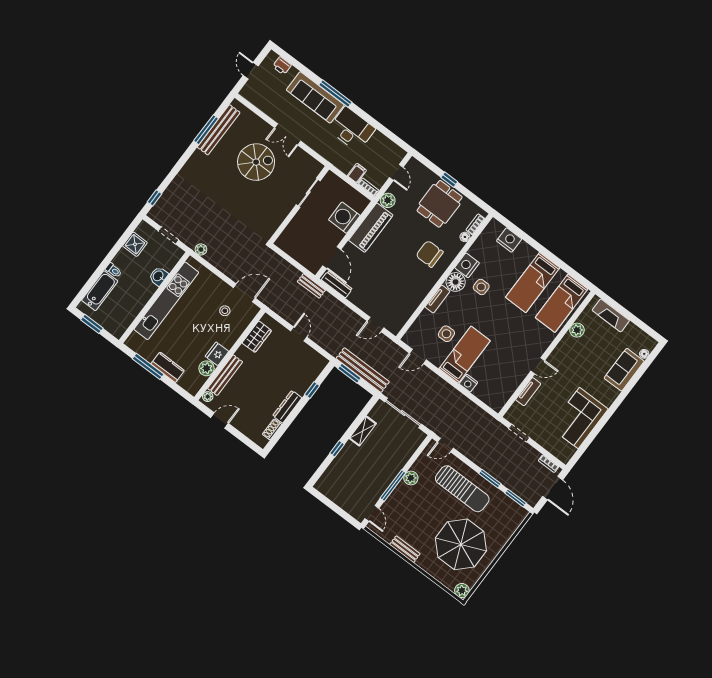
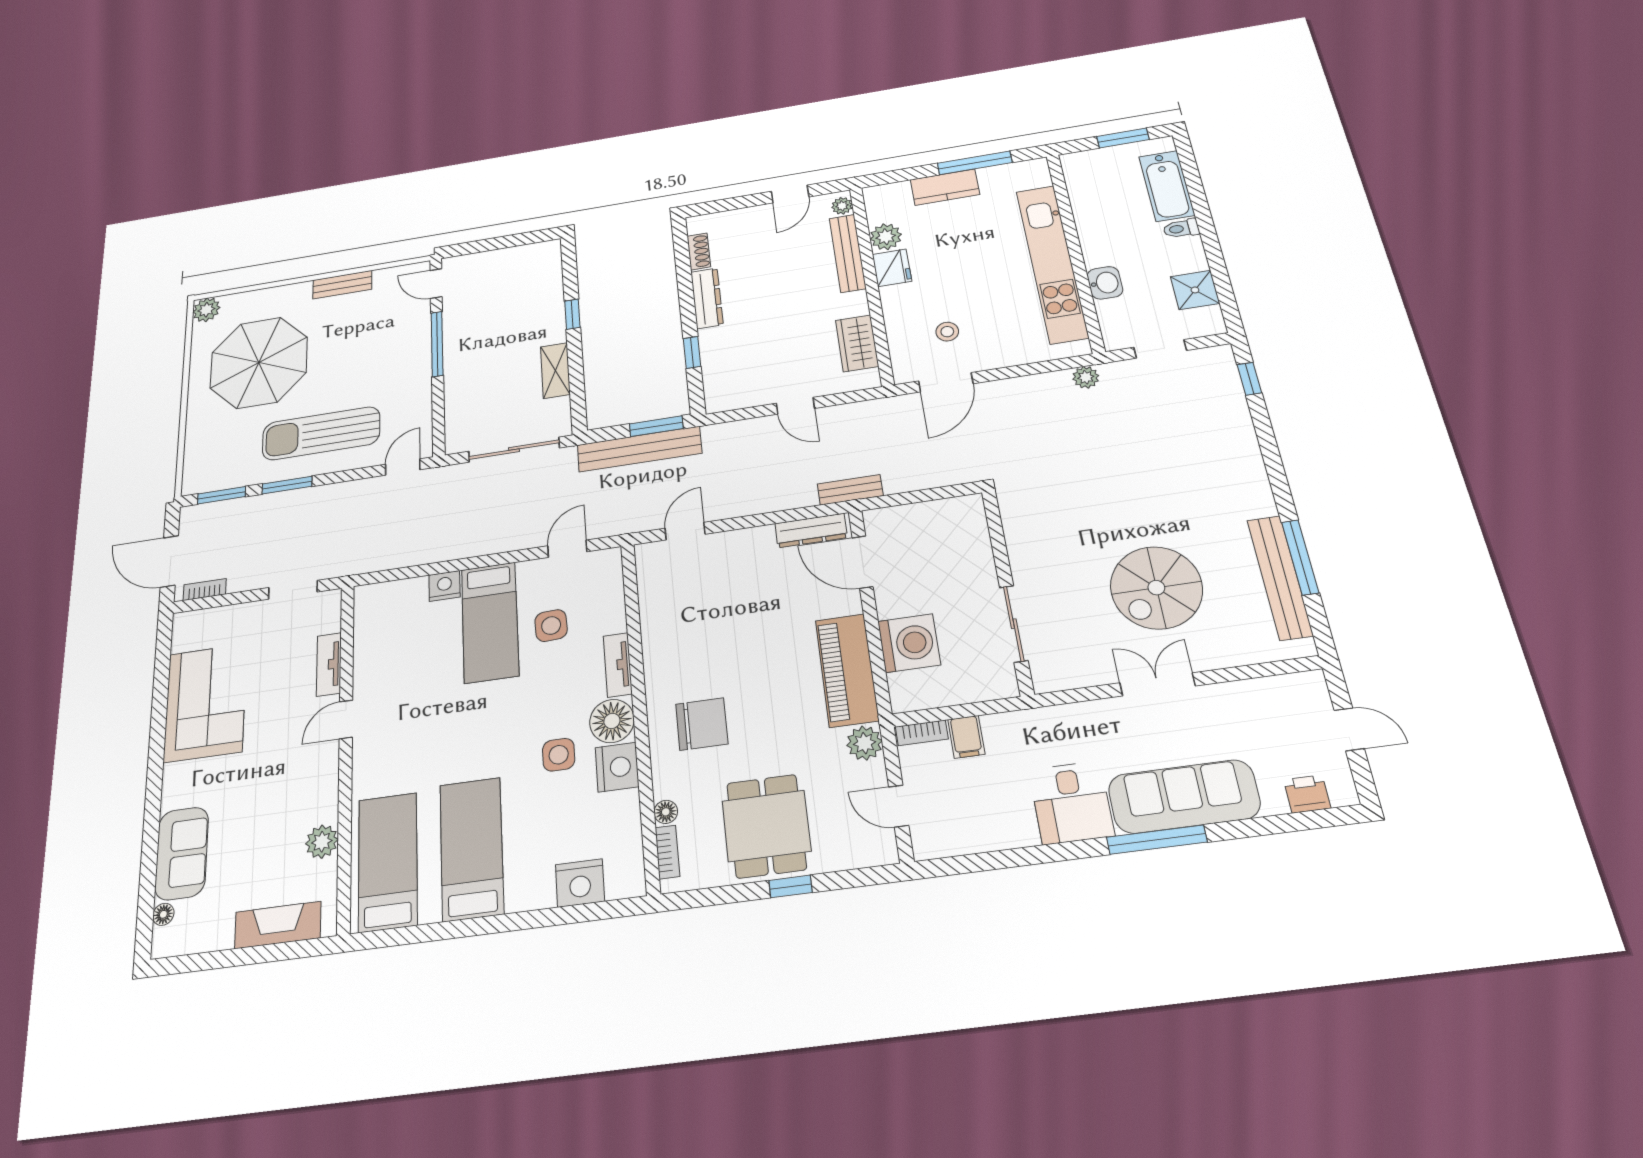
desk: (352, 129) -> (1071, 803), width x0.73
plant: (411, 478) -> (418, 377), removed

